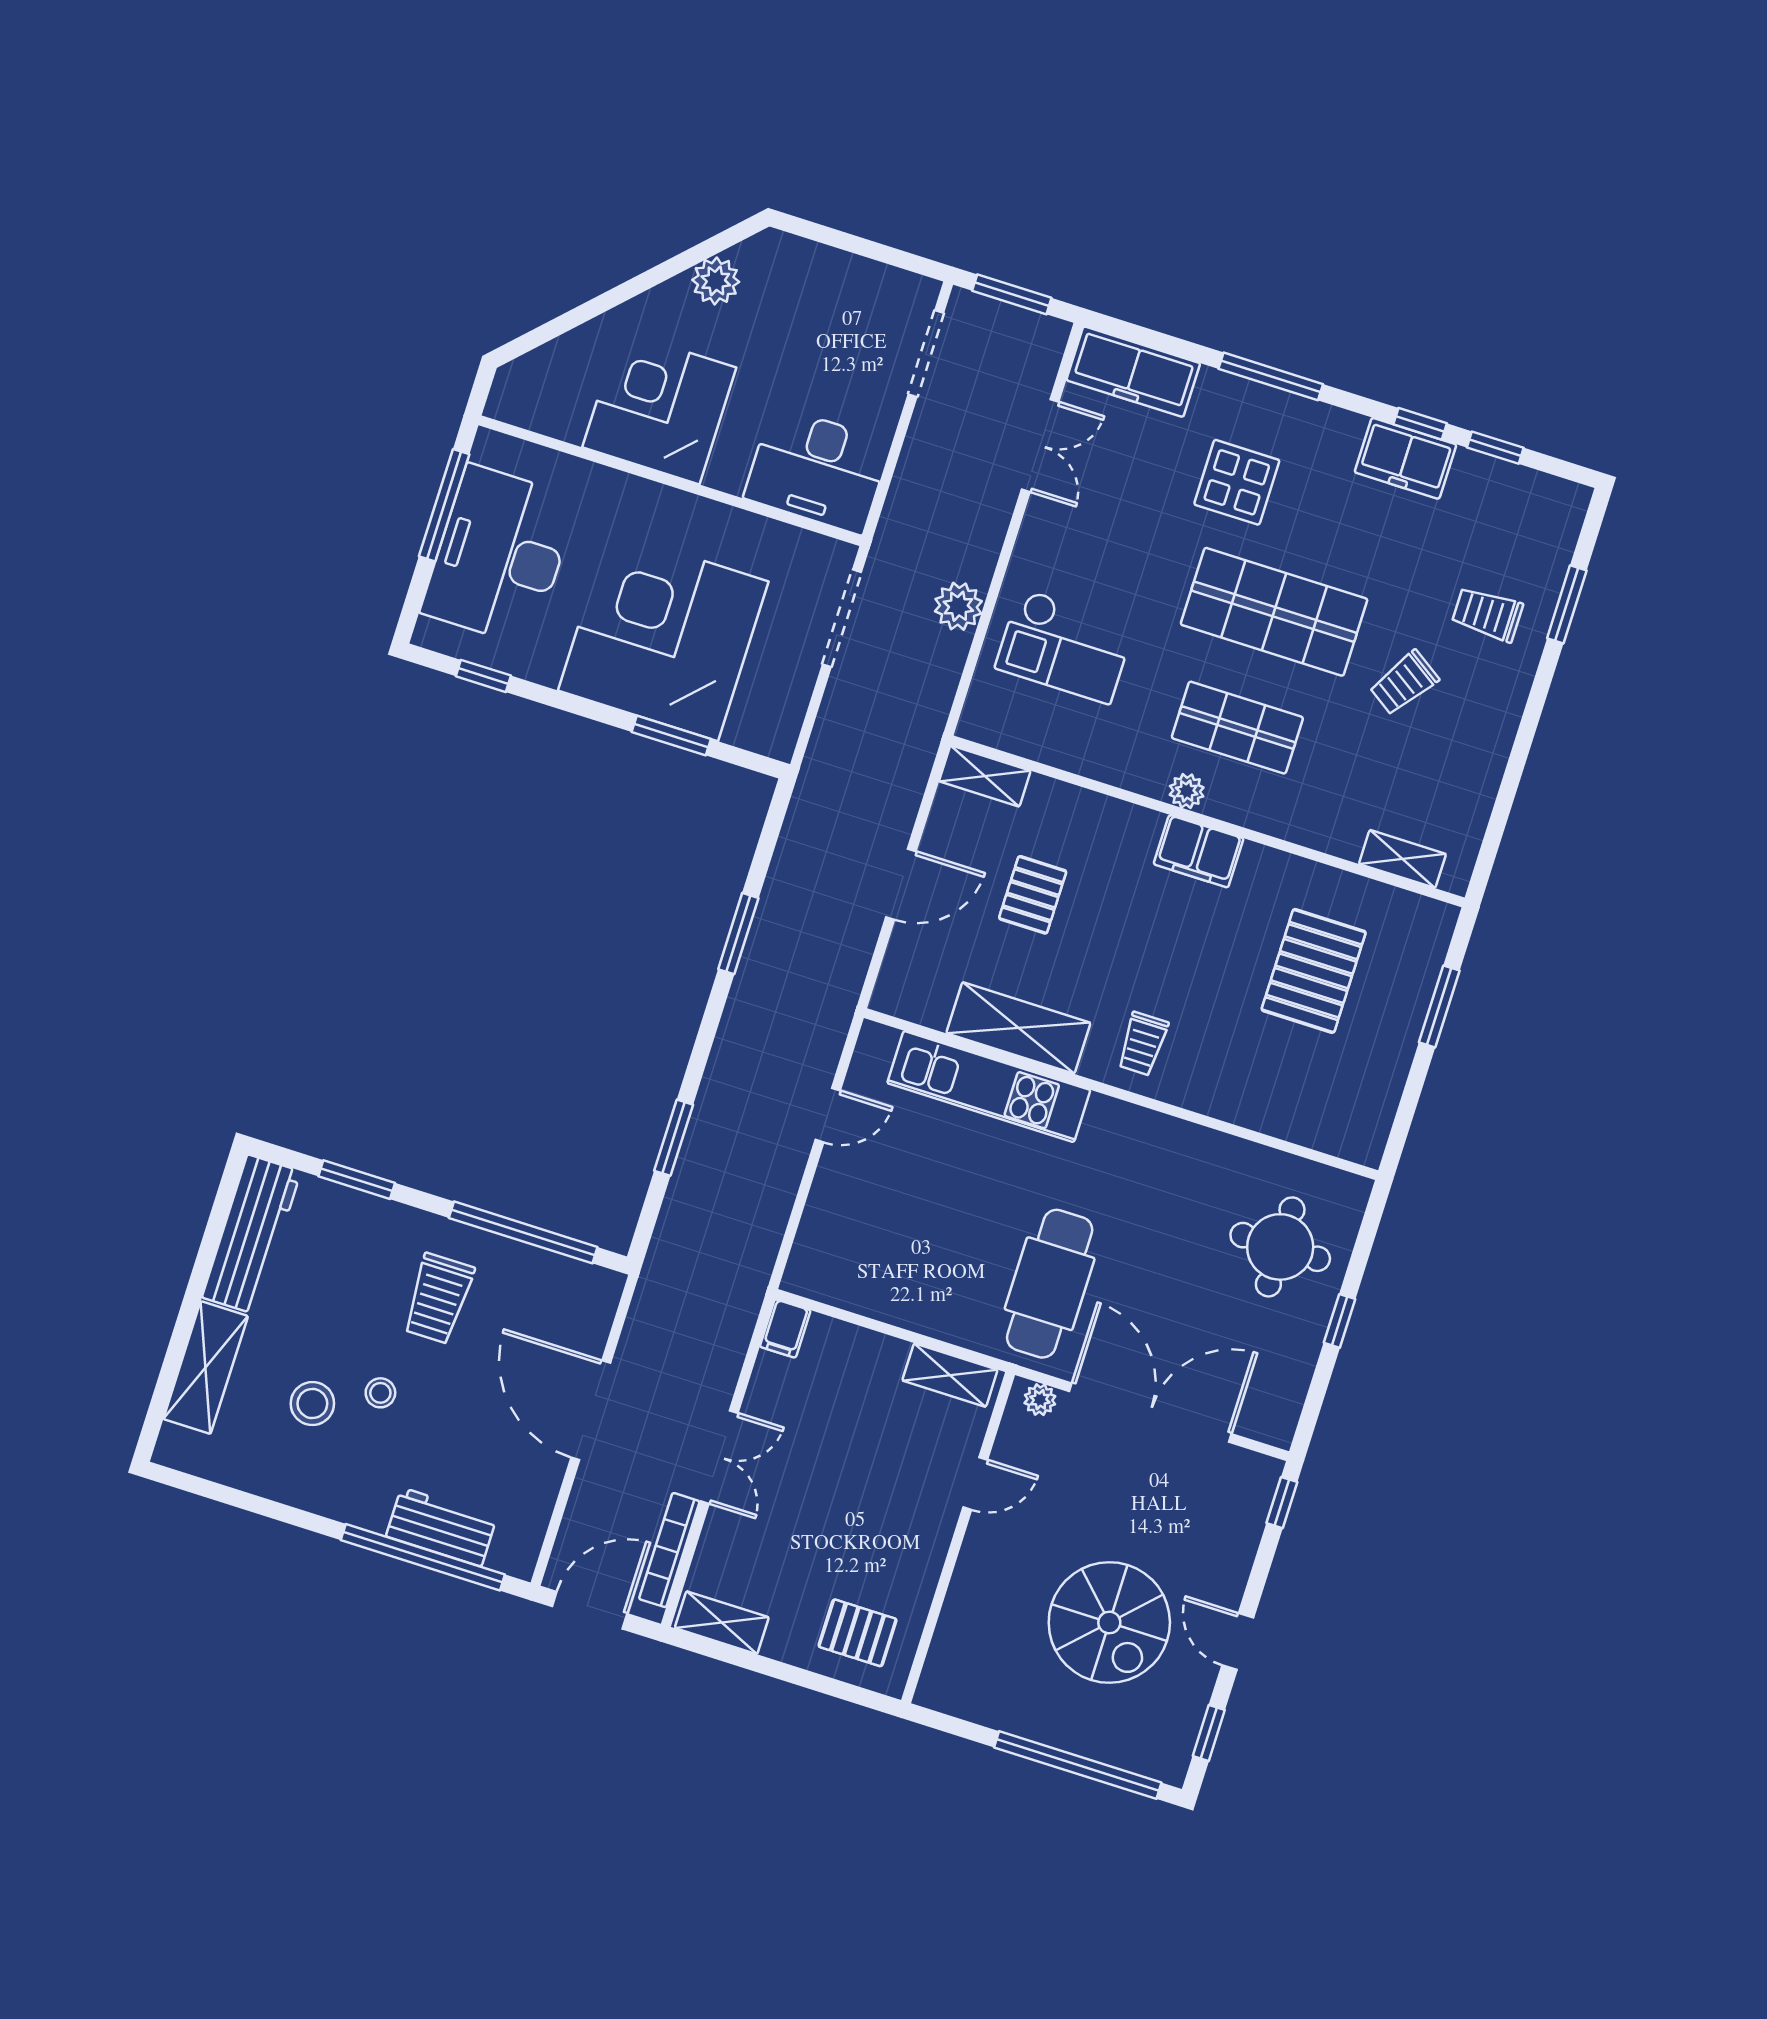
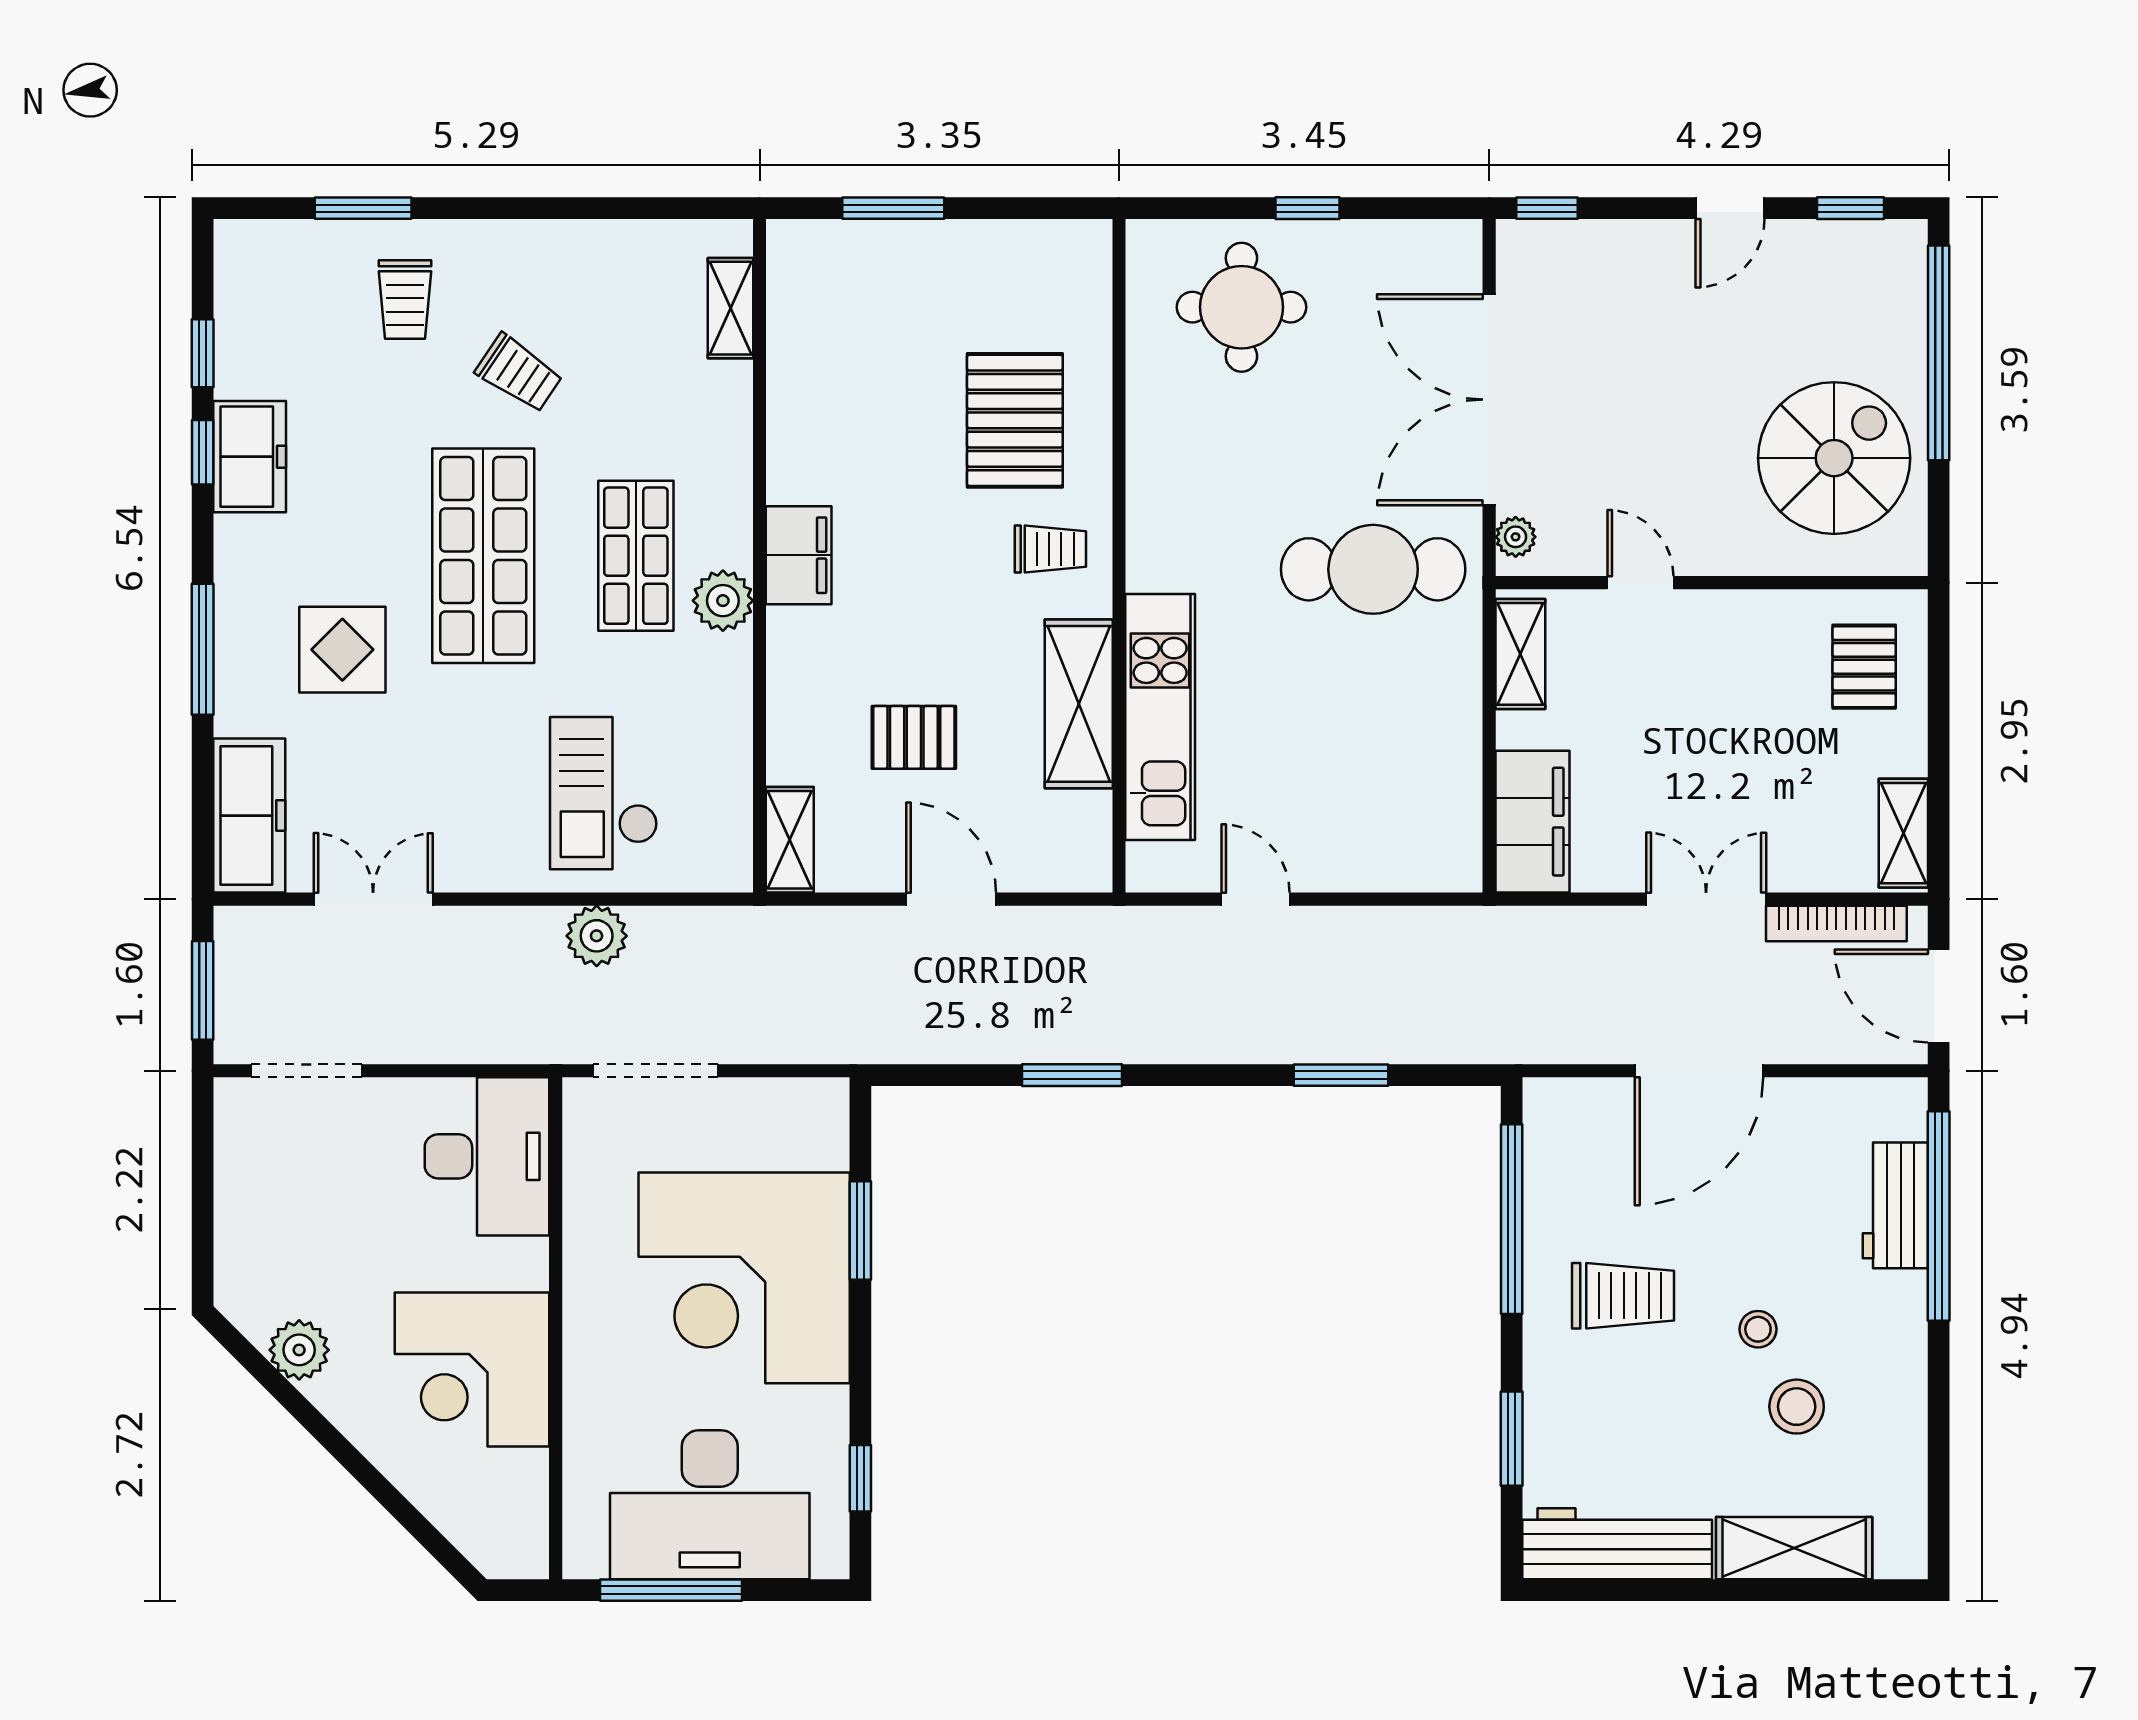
checkout: (1065, 646) -> (604, 793), turned 180
plant: (1187, 791) -> (723, 601), width x1.38, depth x1.38
pallet: (1314, 971) -> (1015, 420), moved, turned 90
filing cabinet: (785, 1328) -> (1532, 822), width x3.00, depth x1.17
spiral stairs: (1109, 1623) -> (1834, 458), moved

